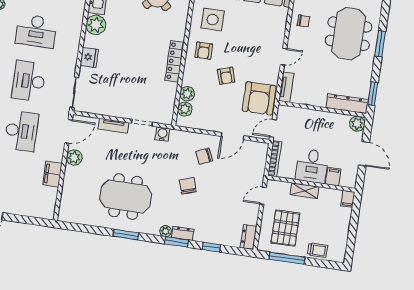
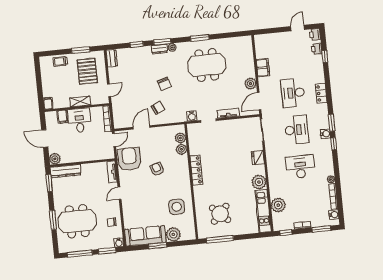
meeting table: (349, 34) -> (77, 221), turned 90
armchair: (204, 51) -> (177, 183), removed
window: (287, 258) -> (81, 50), width x0.69

